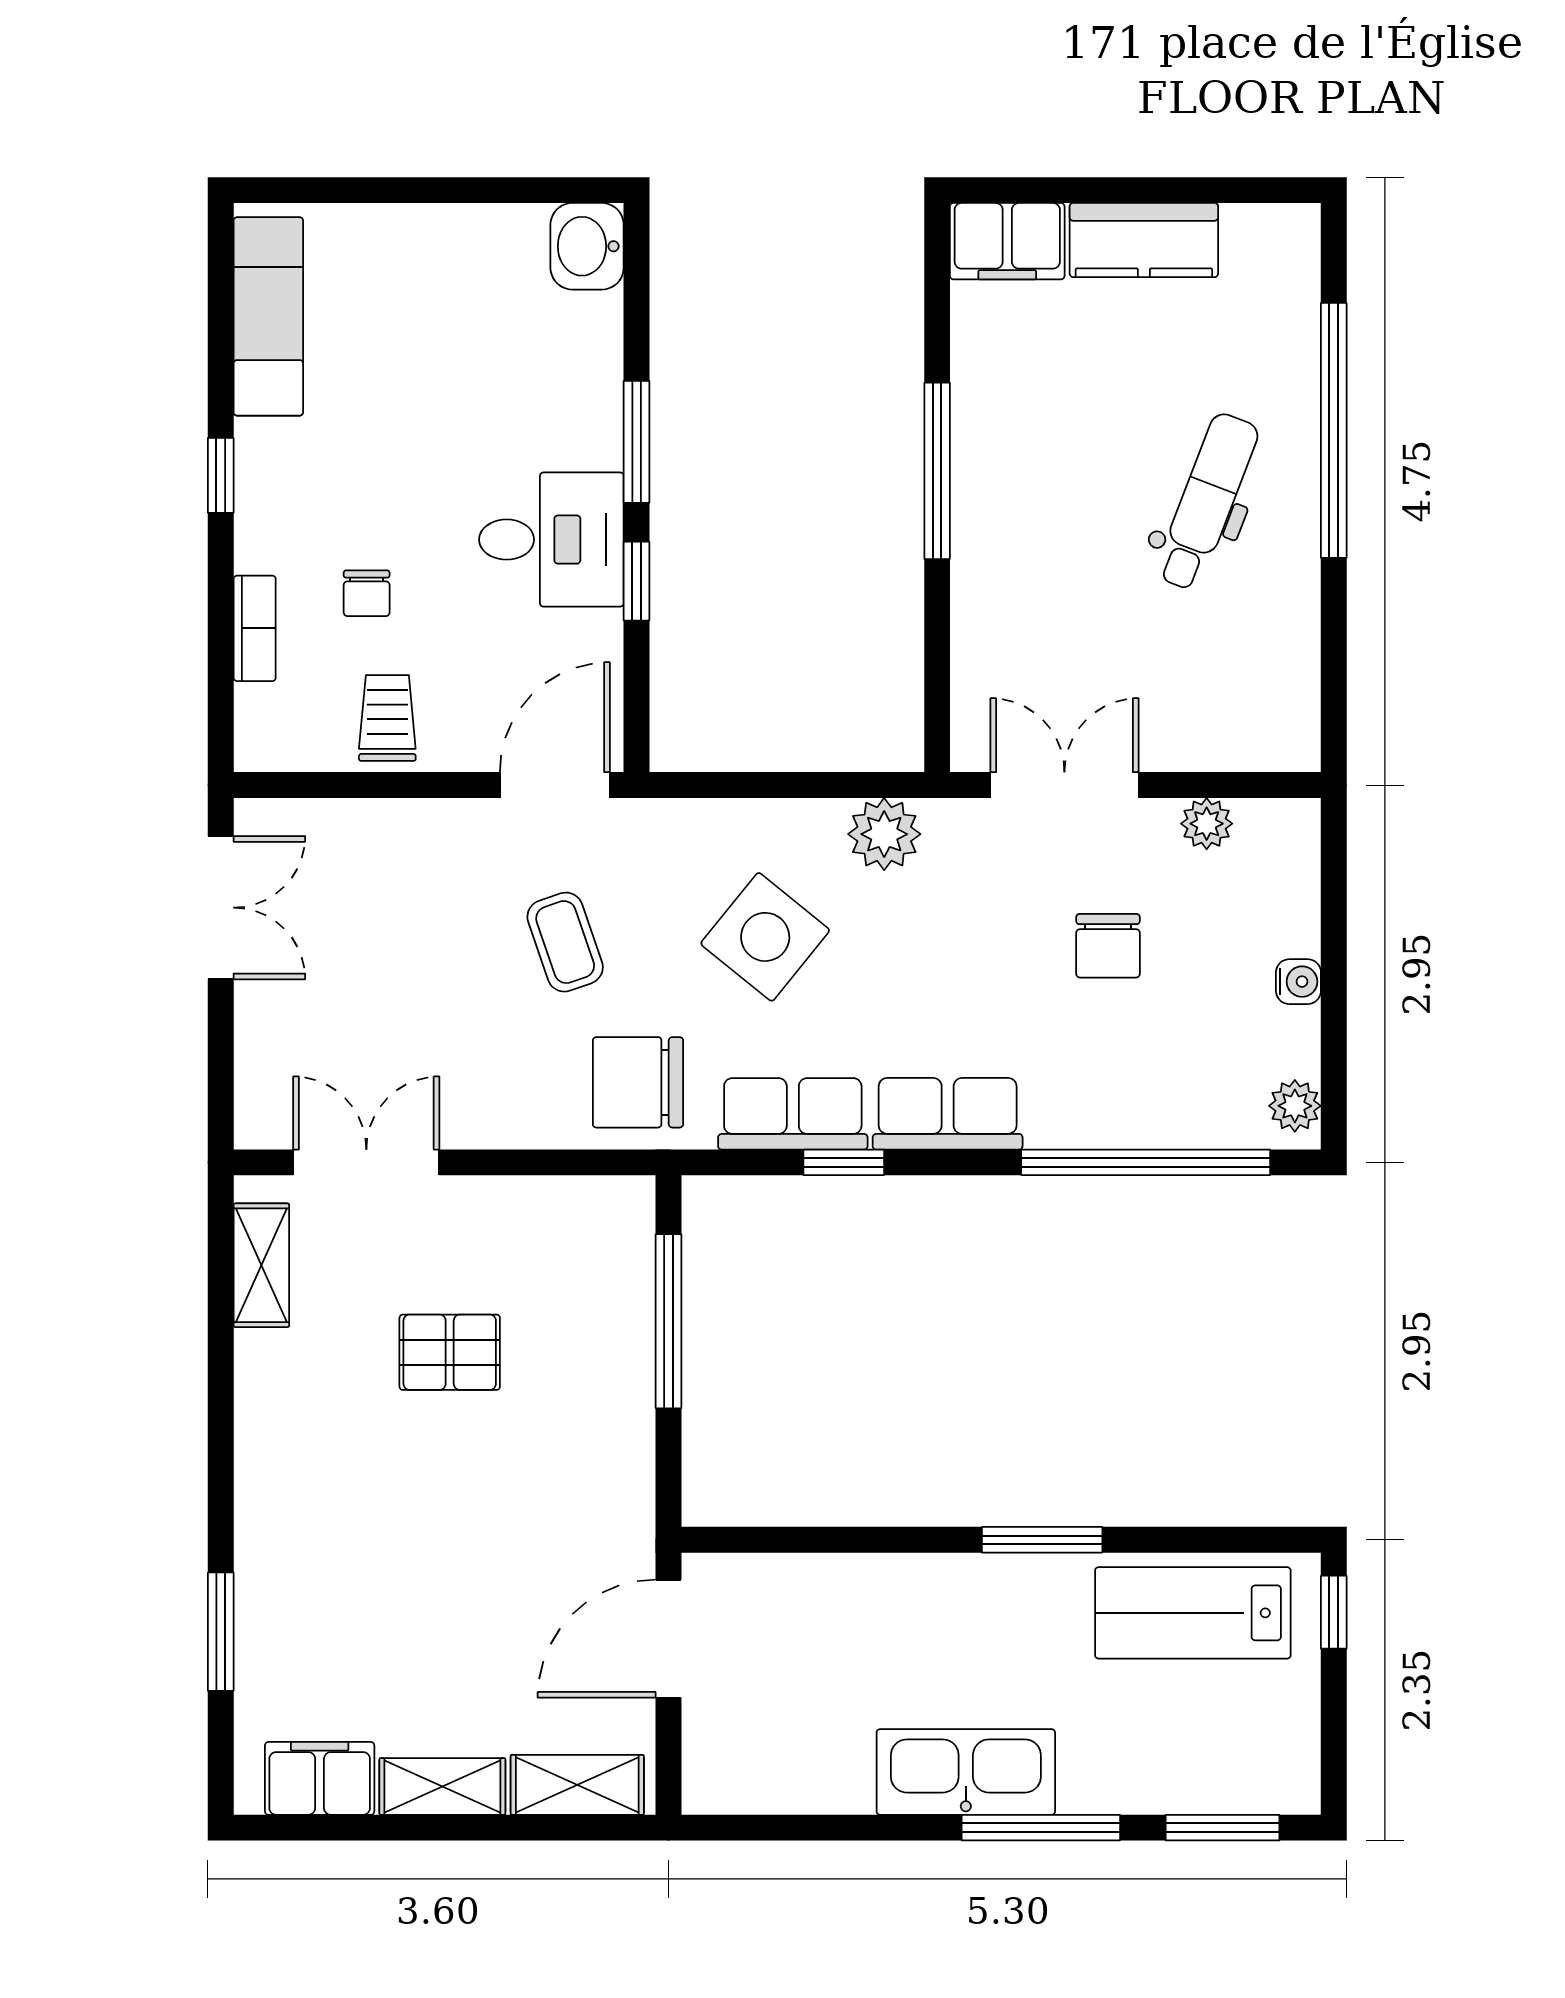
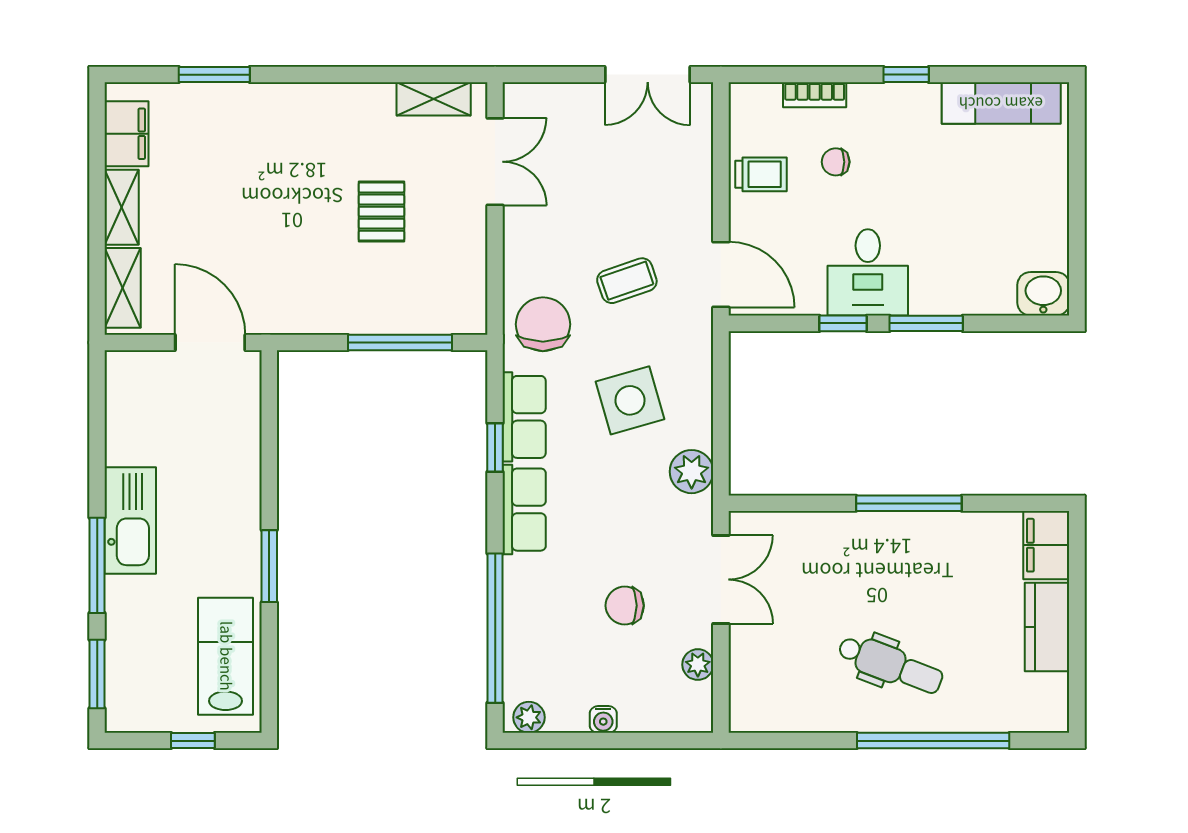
side table: (765, 937) -> (630, 400), turned 35
window: (1334, 1612) -> (193, 741), moved

